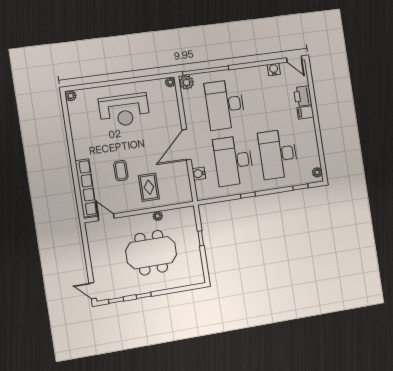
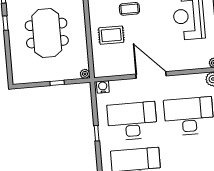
water cooler: (199, 174) -> (103, 87), moved
plant: (158, 216) -> (85, 74), moved

